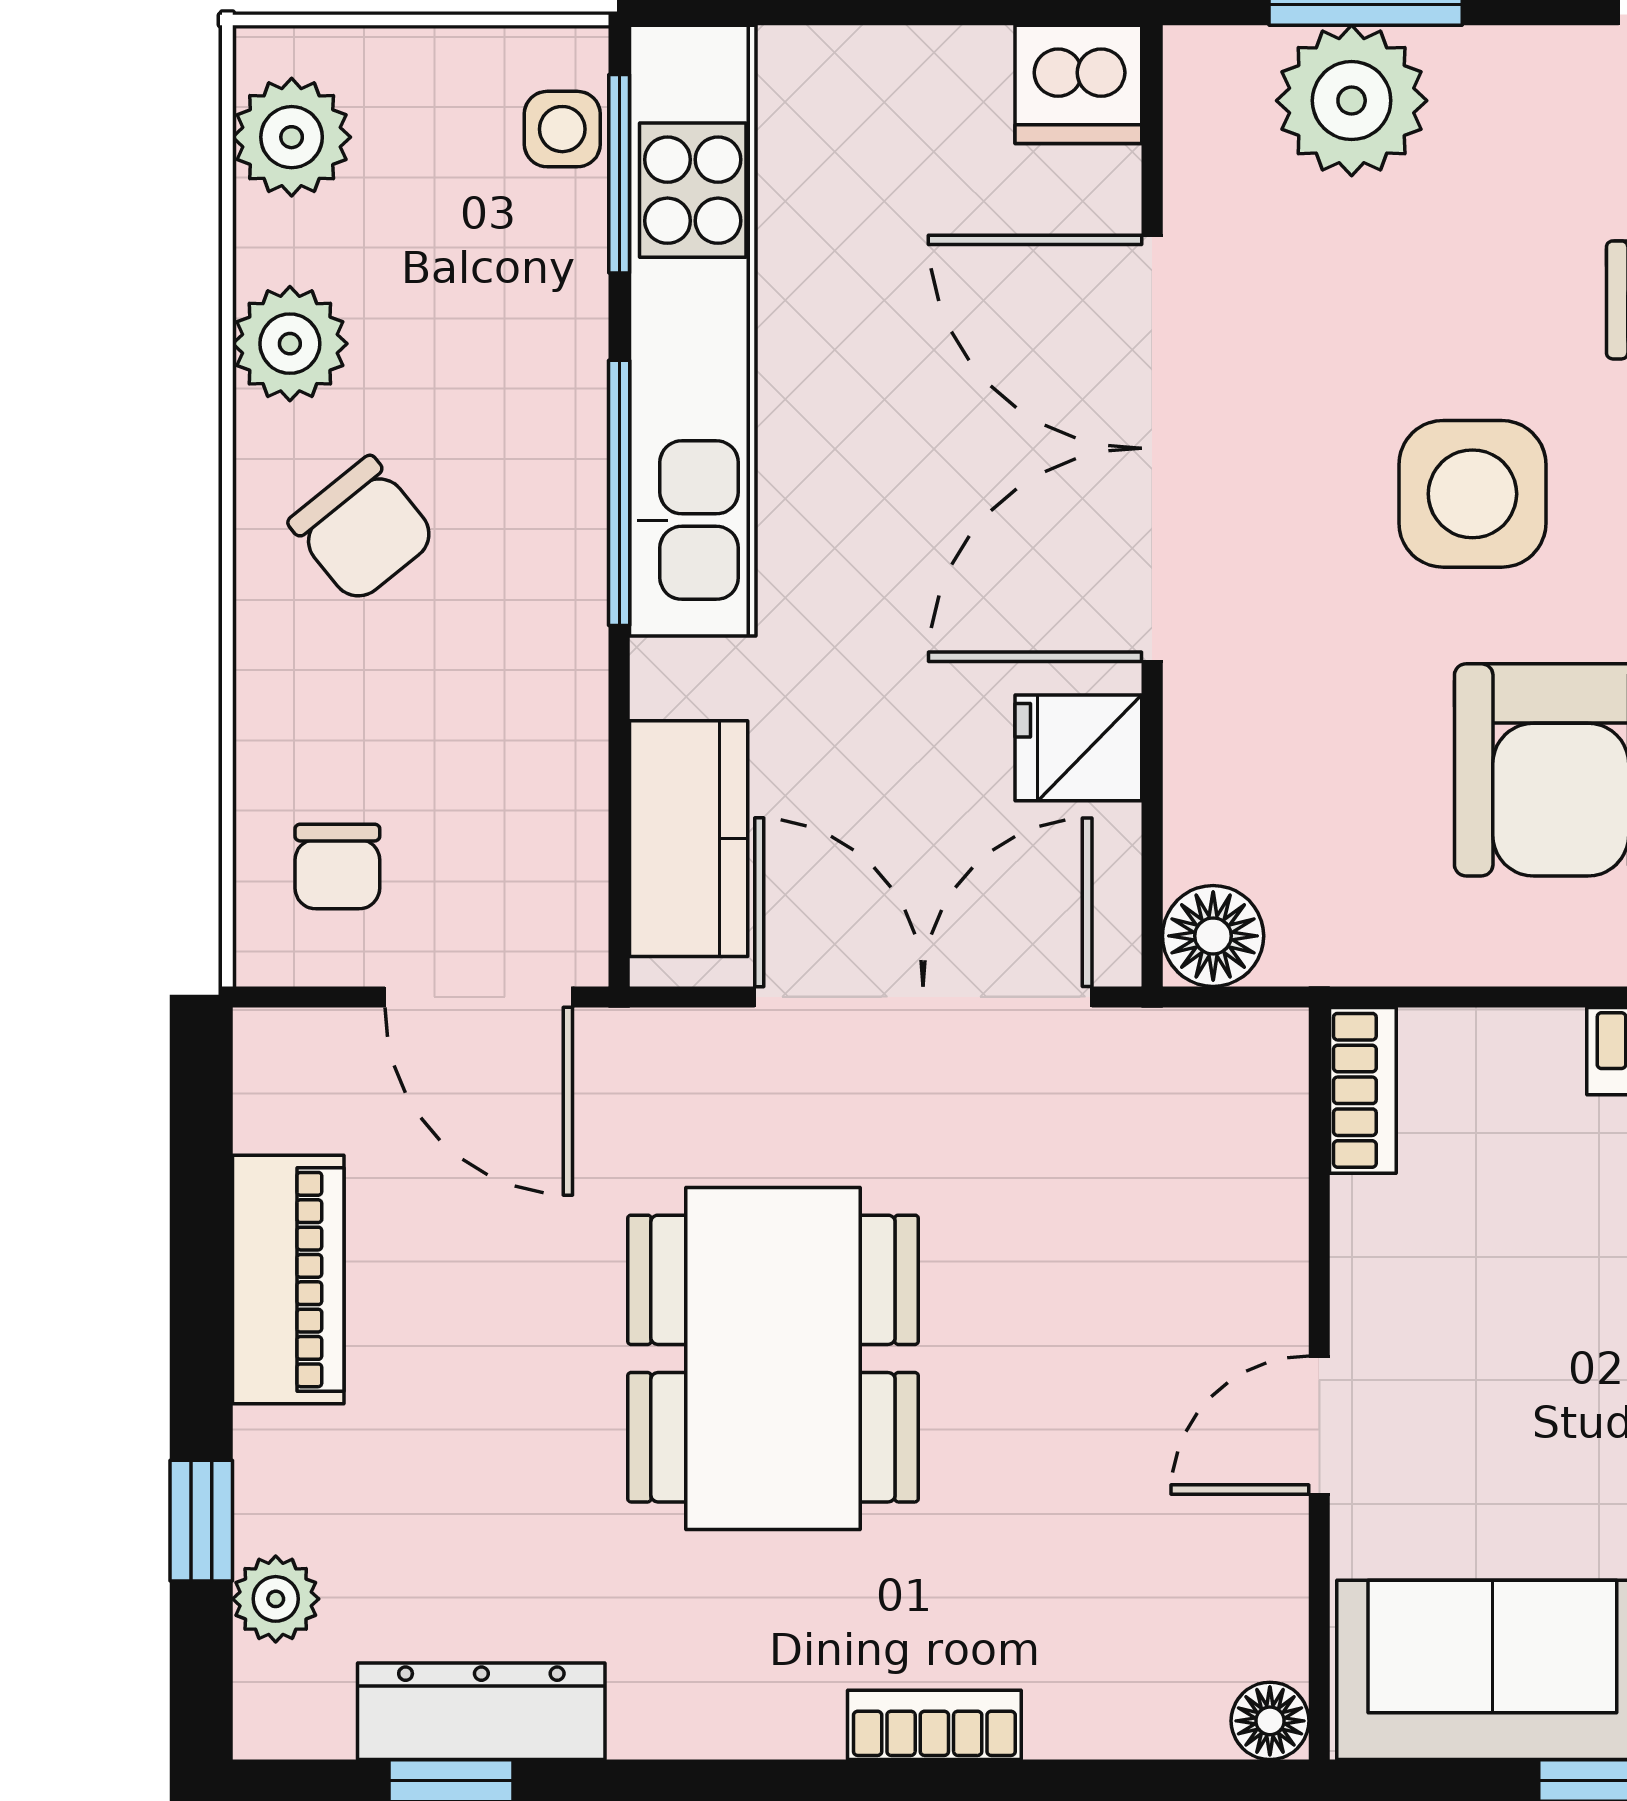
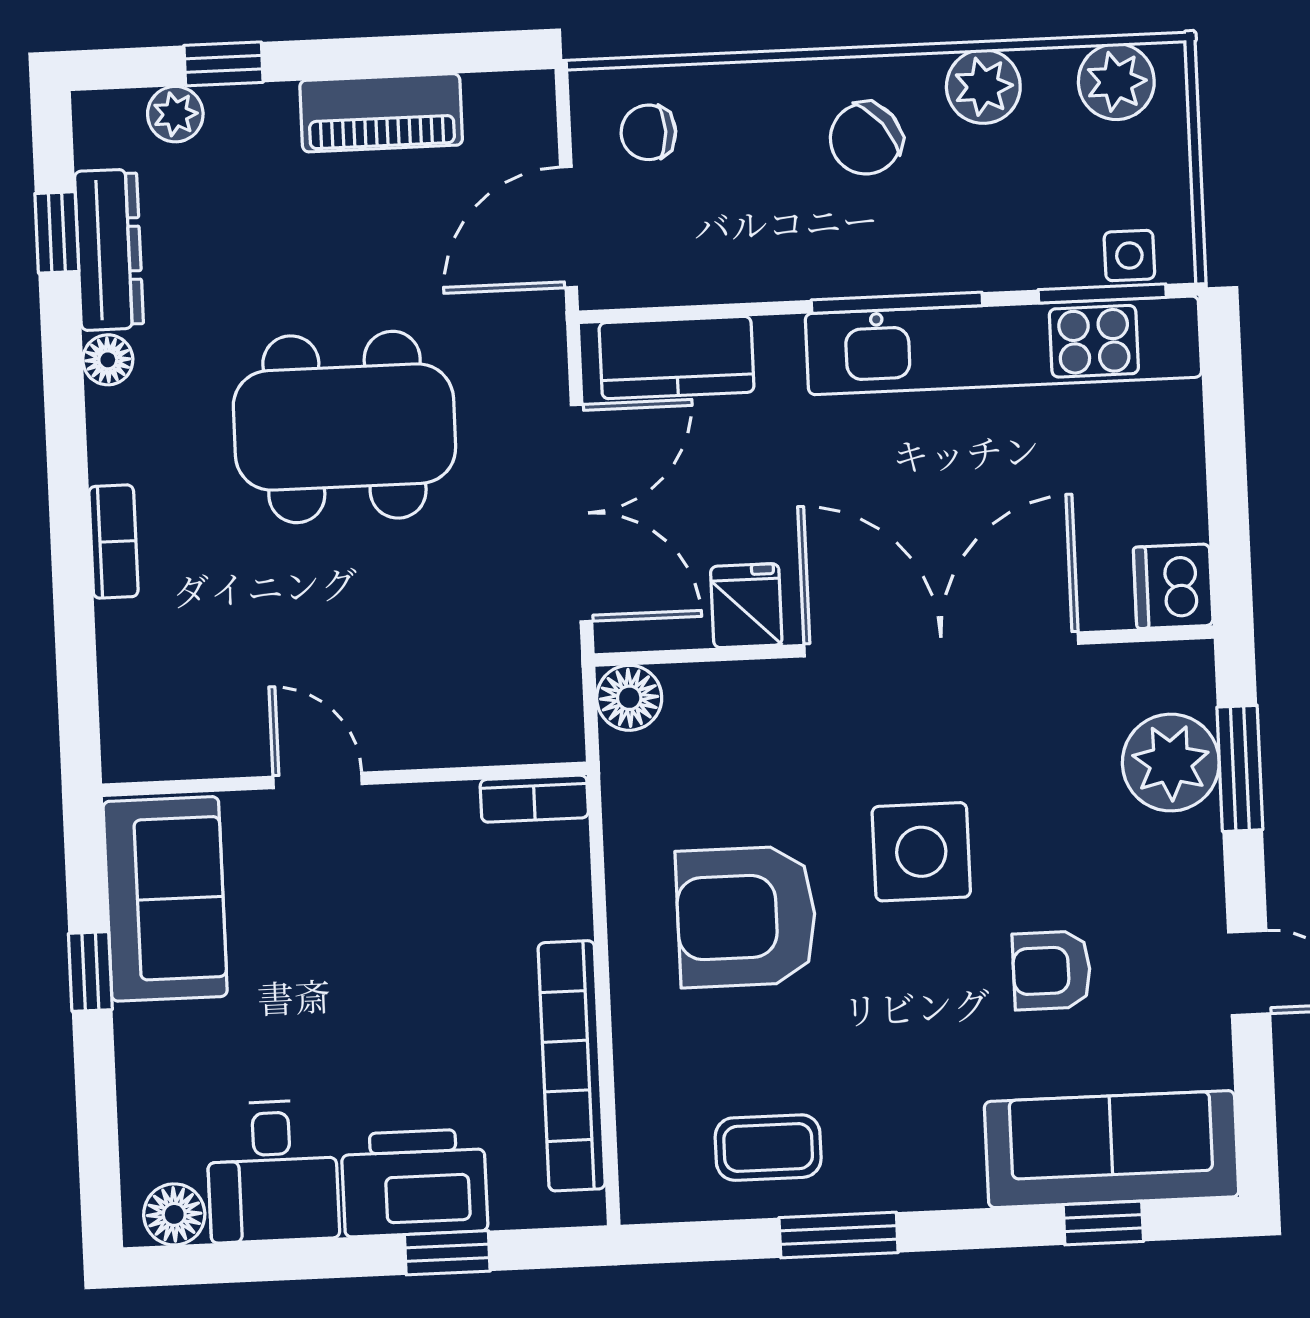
floor lamp: (1270, 1721) -> (108, 360), moved

